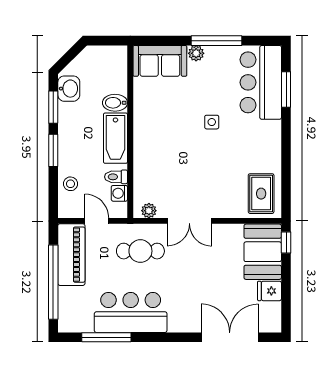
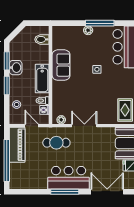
sofa: (160, 61) -> (61, 65), moved, turned -90
washbasin: (69, 89) -> (16, 68), moved
bidet: (115, 103) -> (42, 39), moved
double door: (189, 221) -> (84, 126), swing flipped
bar counter: (131, 312) -> (69, 178), moved
window: (106, 337) -> (65, 192), moved

